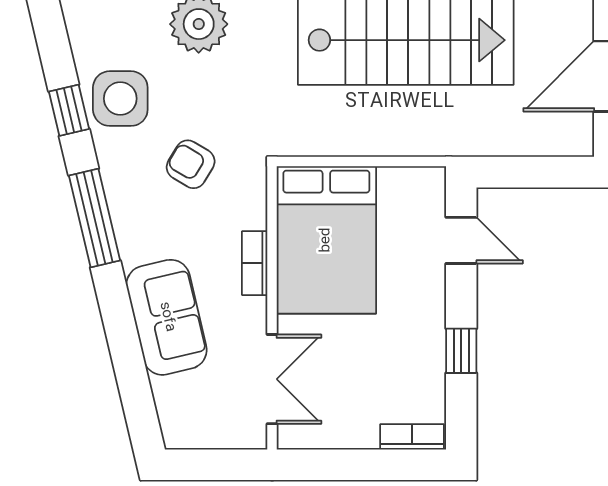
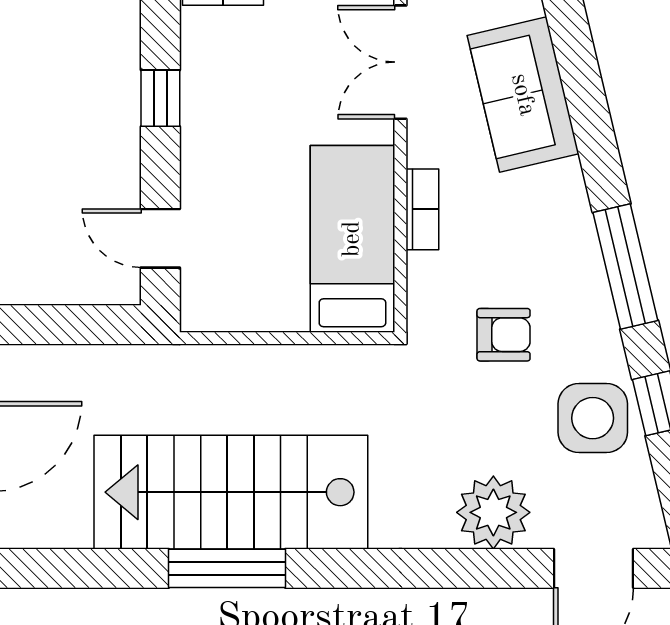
armchair: (191, 164) -> (504, 335), turned -31
bed: (326, 240) -> (352, 239), width x0.67
sofa: (167, 317) -> (523, 95), moved

